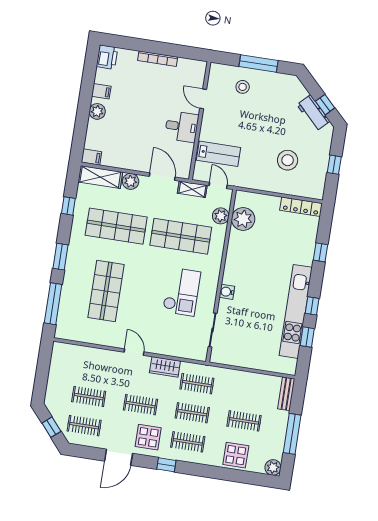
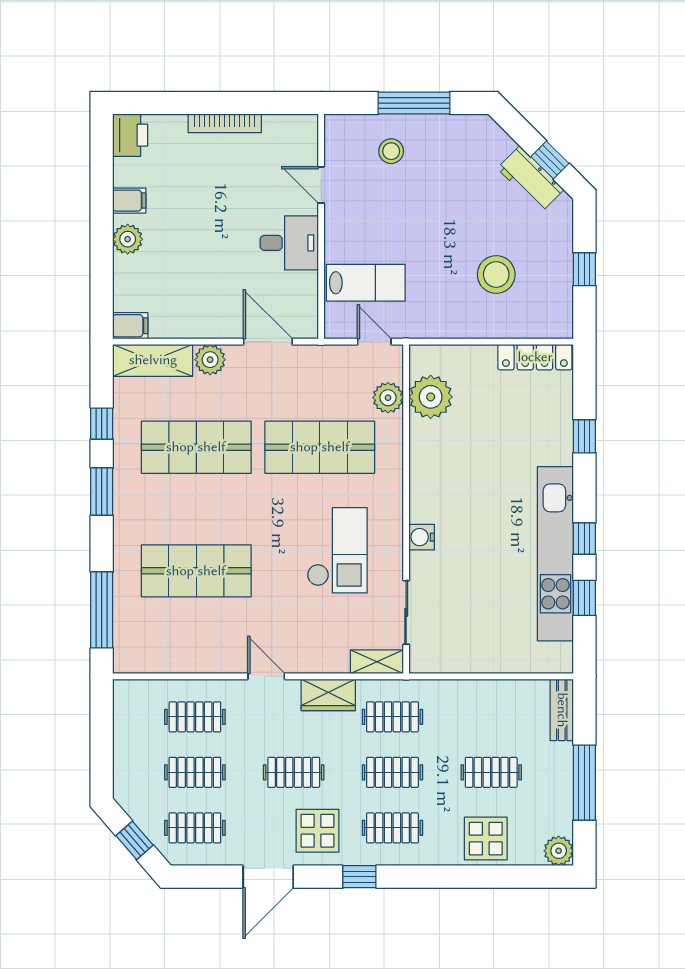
shelving: (192, 189) -> (377, 662), moved
window: (60, 257) -> (102, 492), moved
shop shelf: (106, 291) -> (196, 571), turned 90
clothes rail: (93, 367) -> (195, 717), added

